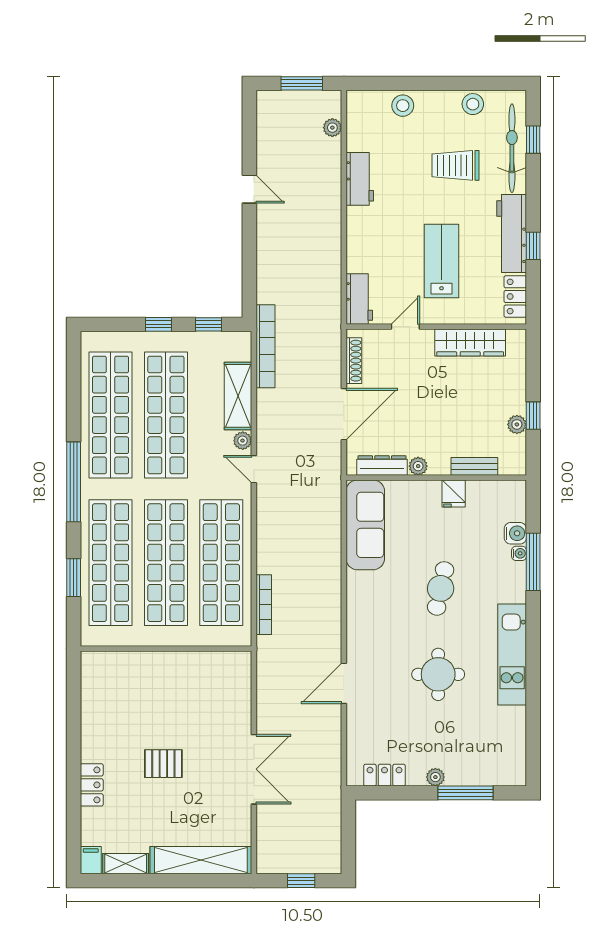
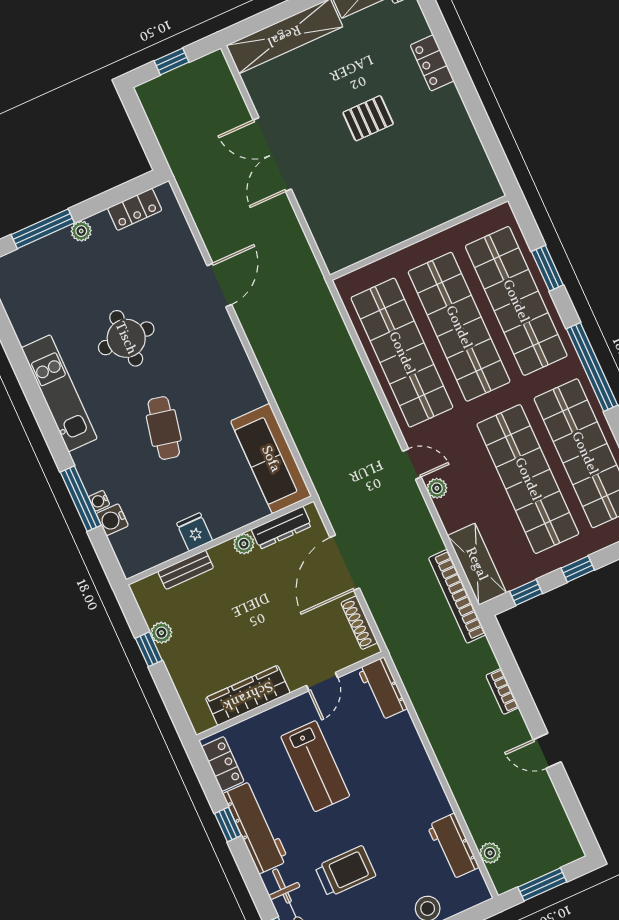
workbench: (360, 179) -> (453, 846), moved
shelving: (238, 396) -> (477, 564), moved
bookcase: (264, 605) -> (502, 691), moved, width x0.64

